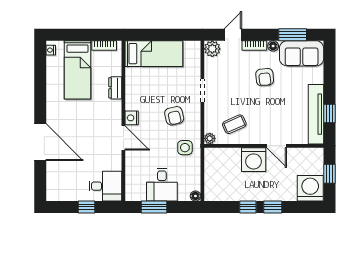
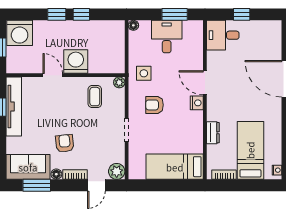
armchair: (174, 116) -> (155, 105), turned -77
coffee table: (234, 124) -> (95, 97), turned -66

